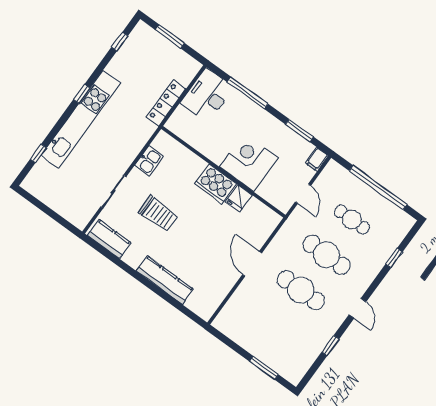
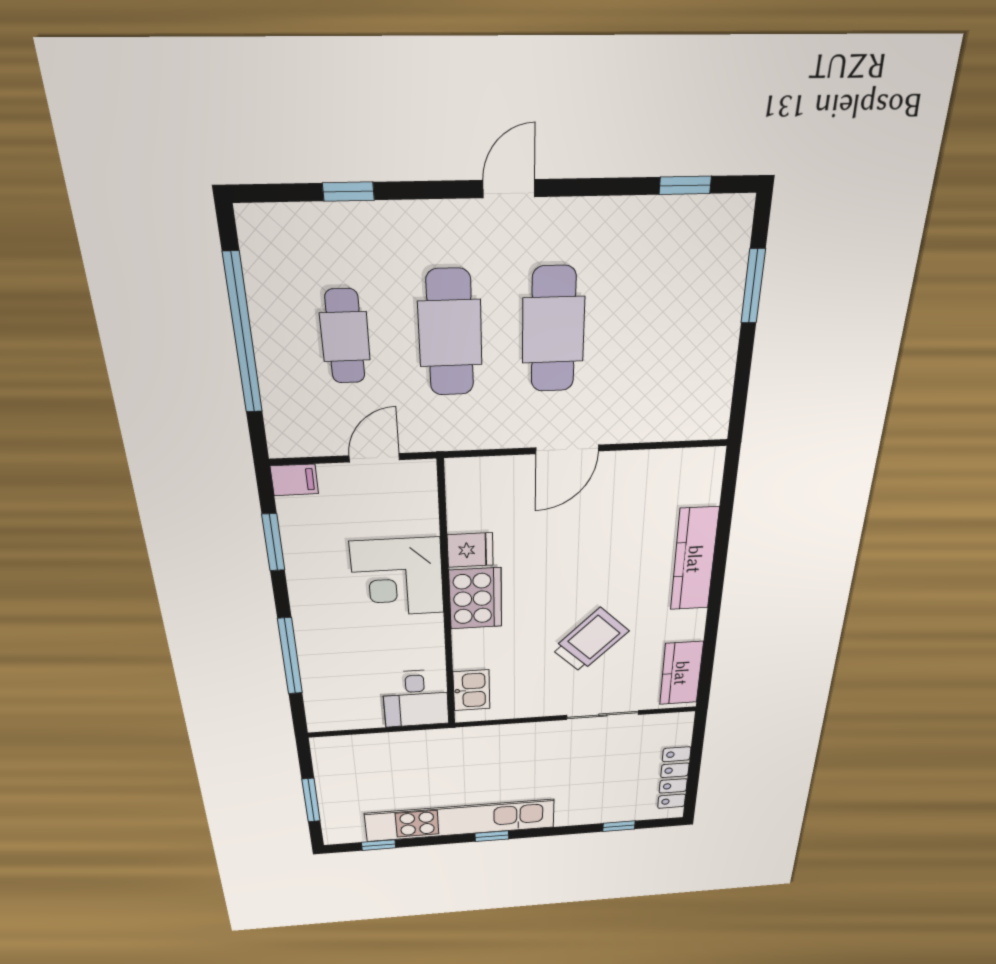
desk: (207, 95) -> (416, 698), moved, width x0.73
locker: (166, 103) -> (674, 778), moved, turned 90
kitchen unit: (81, 119) -> (461, 820), moved
kitchen sink: (149, 161) -> (471, 690), moved, turned 90
trolley: (158, 214) -> (590, 640), turned 45
window: (330, 346) -> (685, 185), moved

